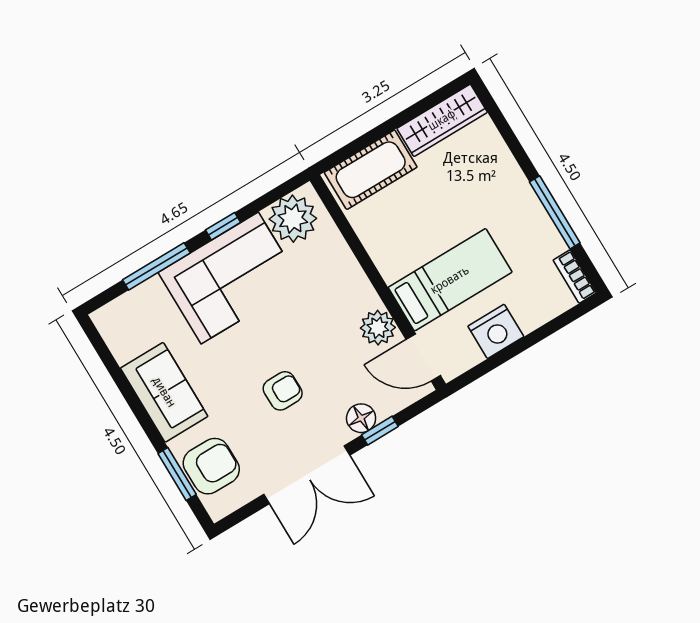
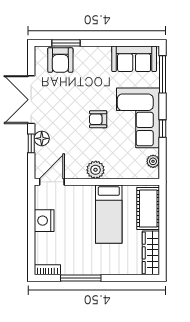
plant: (293, 219) -> (153, 161), width x0.53, depth x0.53
window: (156, 266) -> (163, 74), moved
bed: (450, 280) -> (109, 214), moved
plant: (378, 328) -> (96, 170), moved
armchair: (283, 391) -> (98, 119), moved, turned 90
sofa: (164, 392) -> (134, 59), moved

